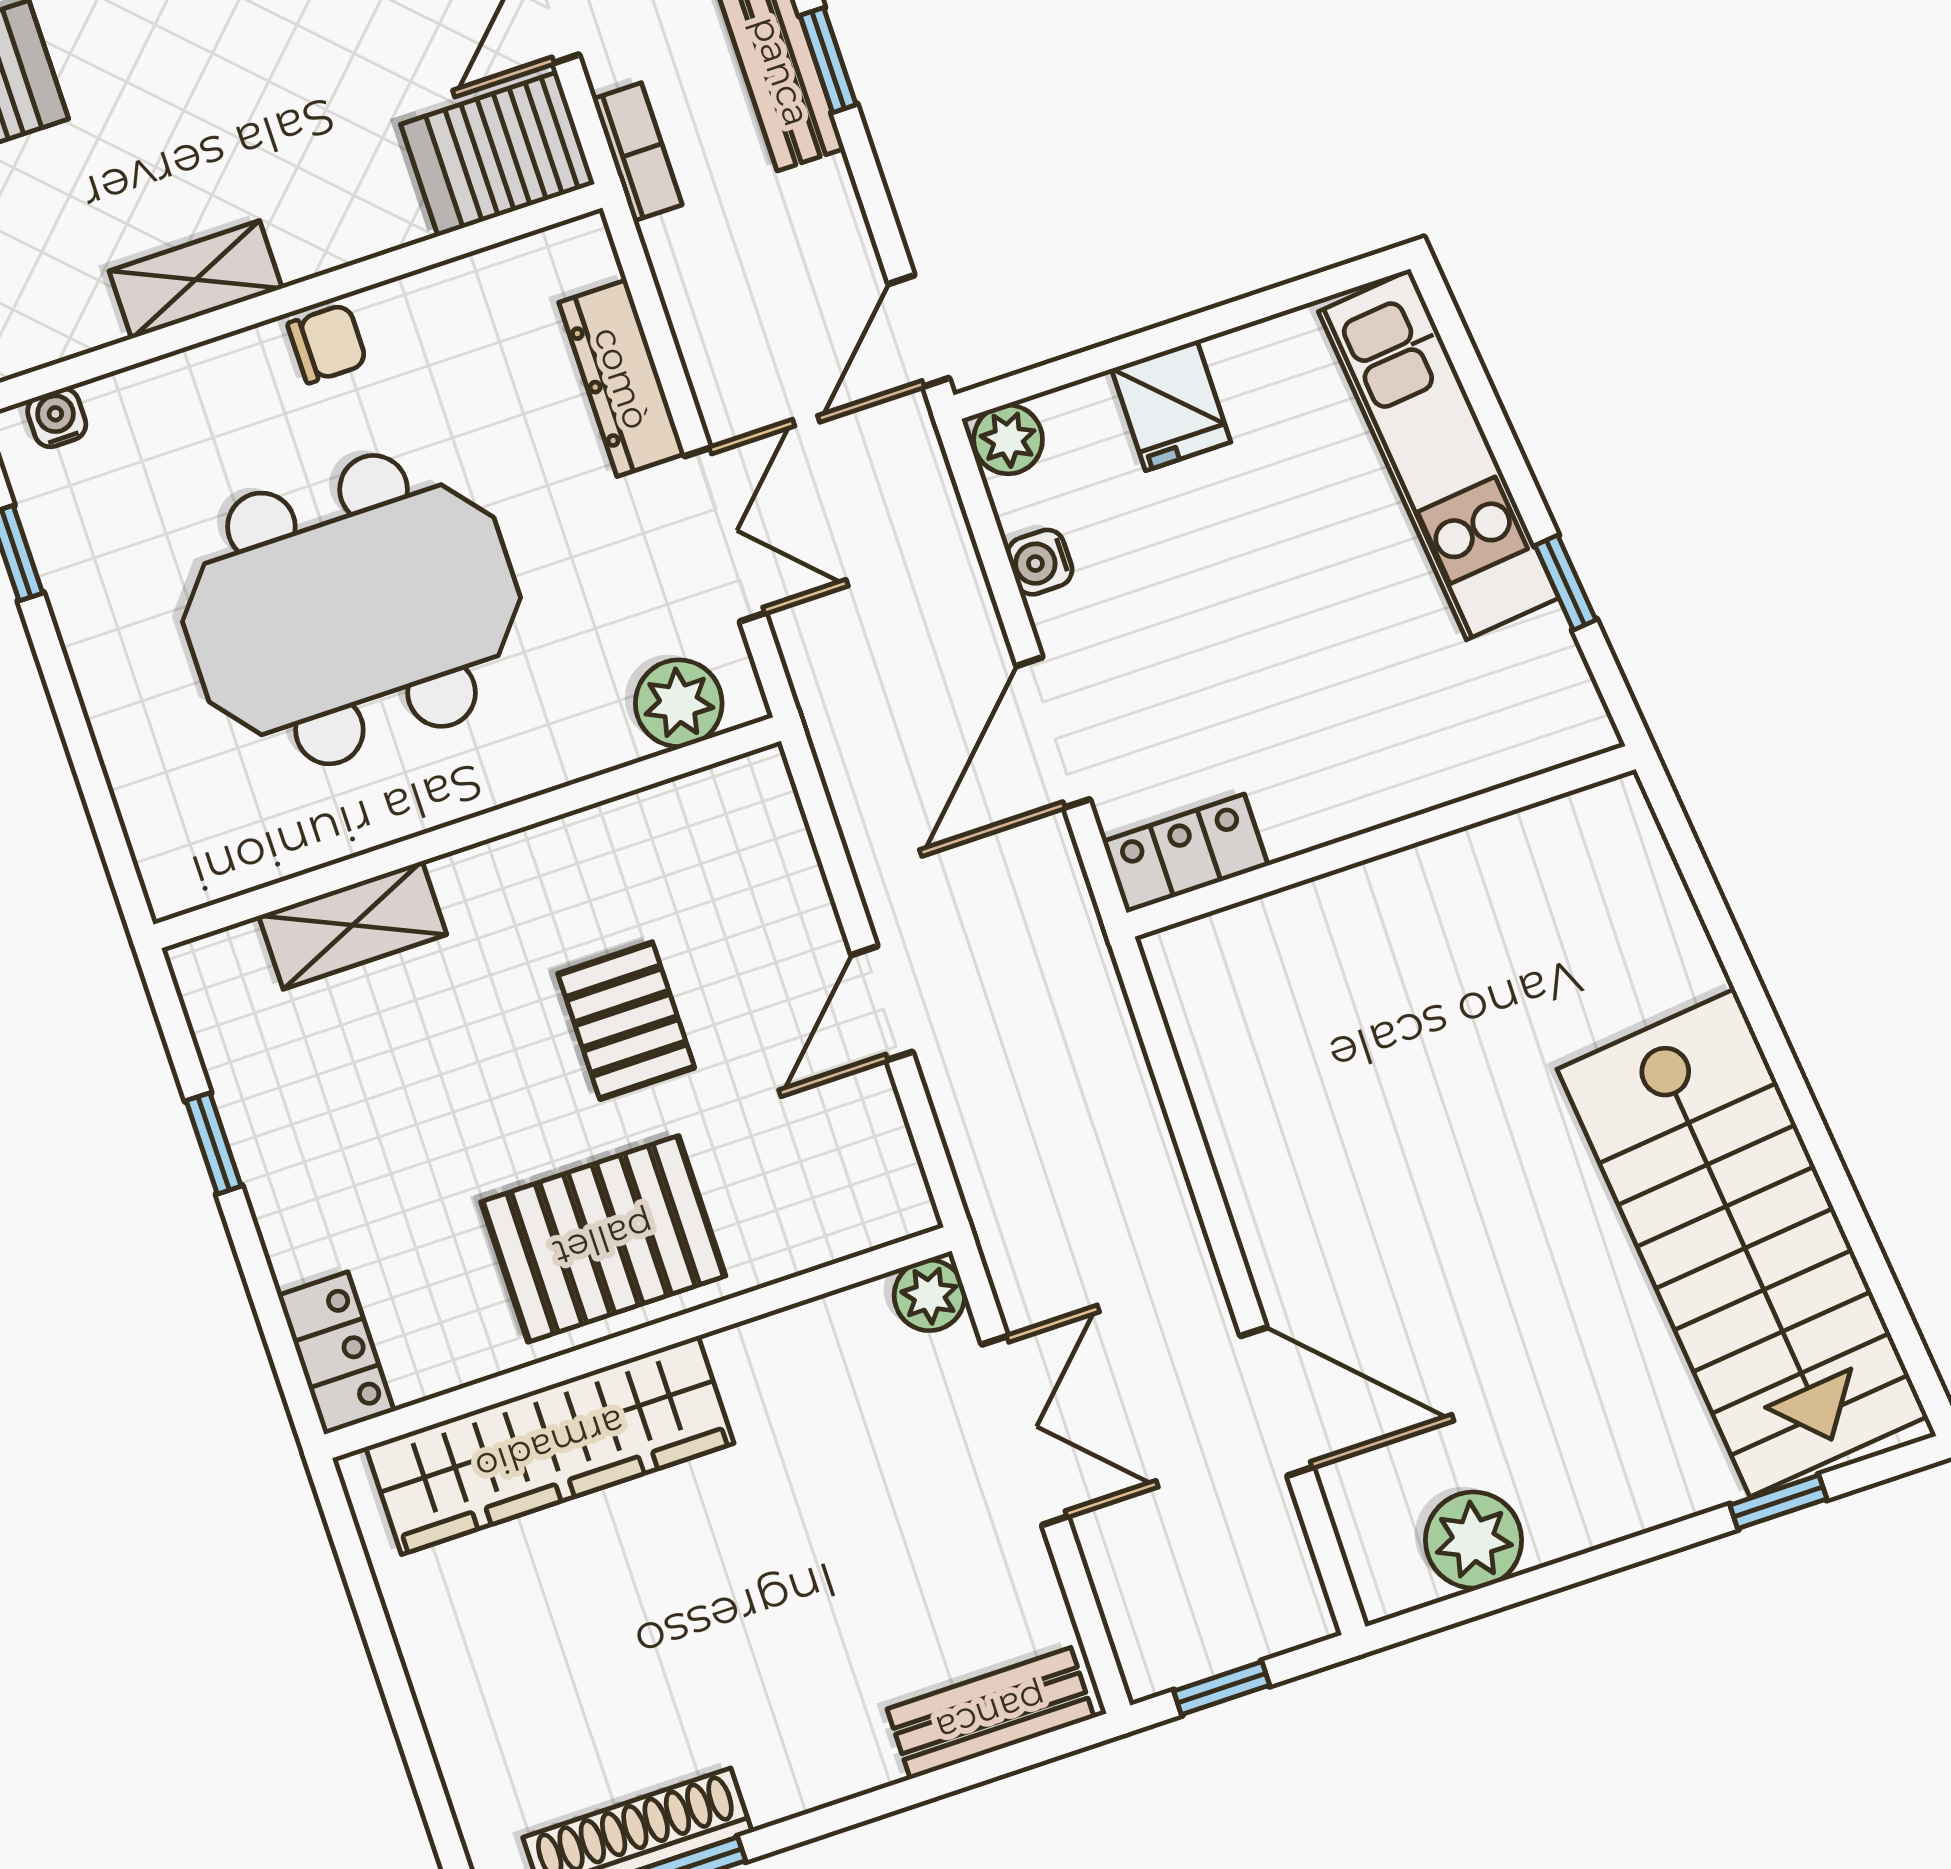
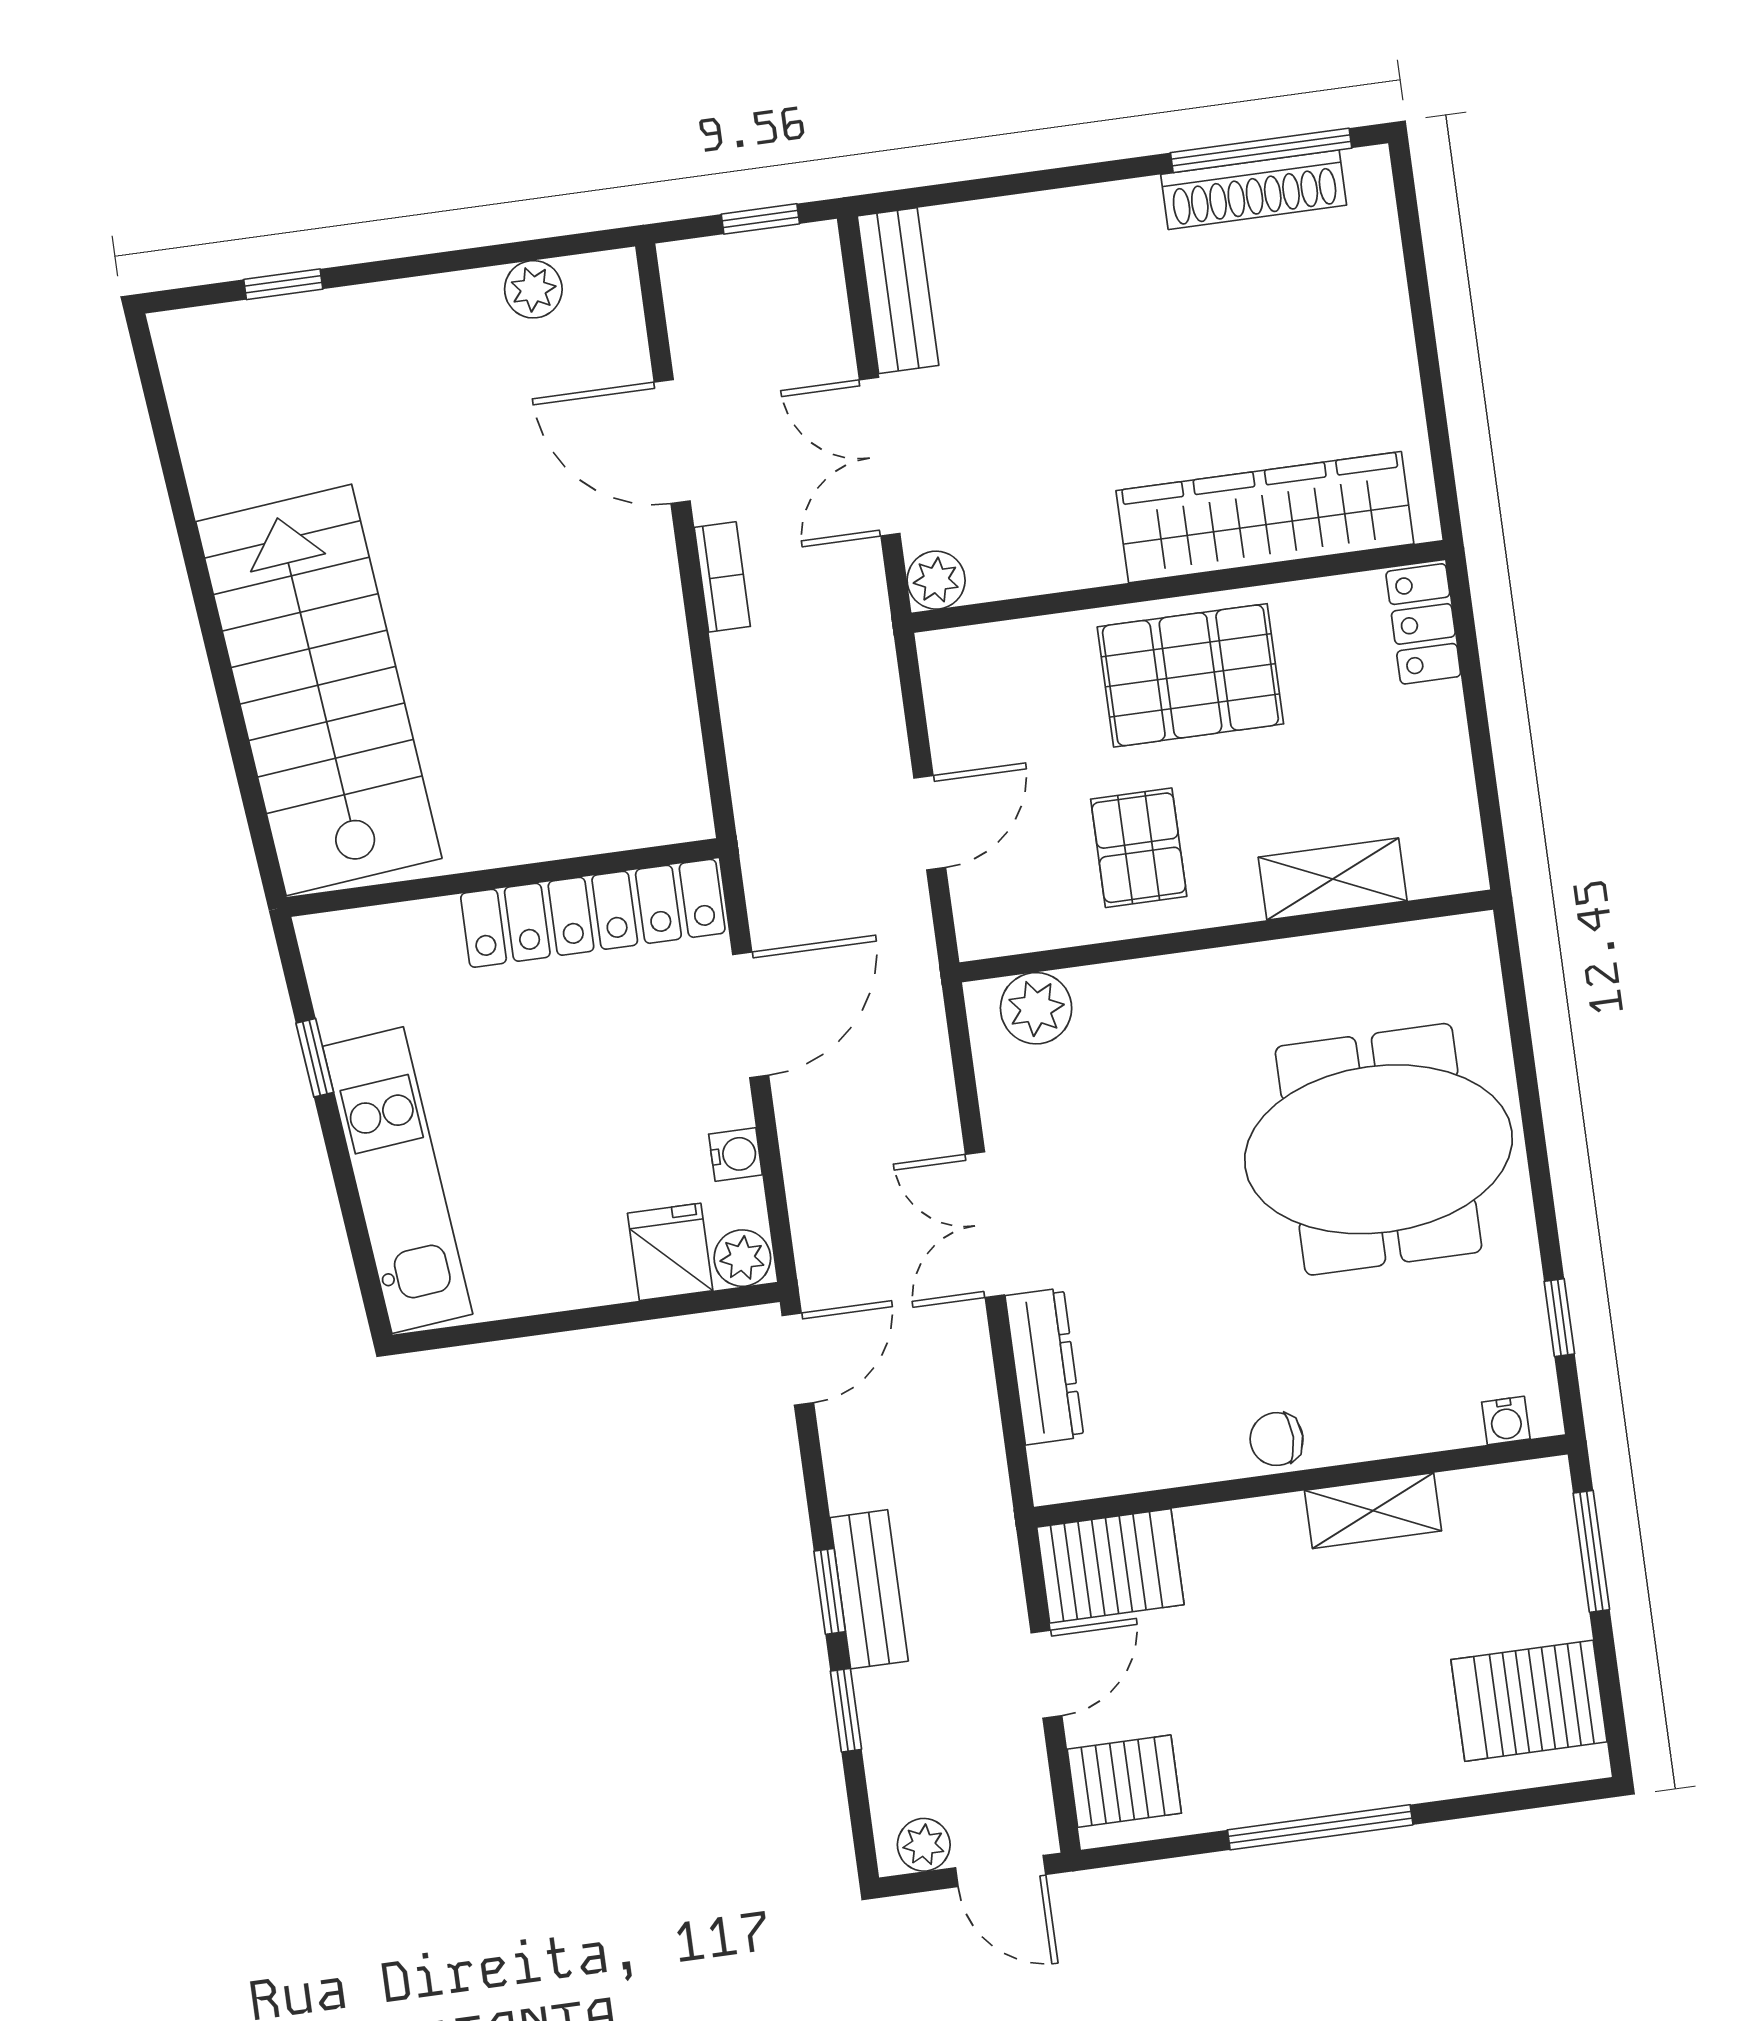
bookcase: (637, 152) -> (722, 577), moved, turned 180
fridge: (1171, 405) -> (670, 1252), moved
meeting table: (351, 610) -> (1378, 1149), moved
plant: (679, 703) -> (1036, 1008), moved
wall: (467, 833) -> (1226, 936), moved
locker: (1186, 854) -> (593, 913), width x2.16, depth x1.21
shelving: (353, 925) -> (1333, 879), moved
window: (214, 1143) -> (1490, 812), removed
stairs: (1742, 1243) -> (319, 690), moved
plant: (1474, 1540) -> (533, 289), width x0.73, depth x0.73
bench: (991, 1713) -> (898, 291), moved, turned 90

